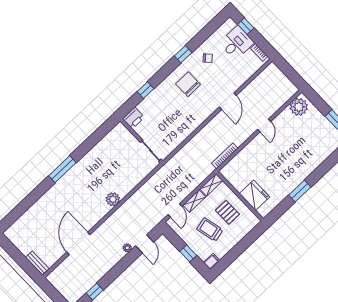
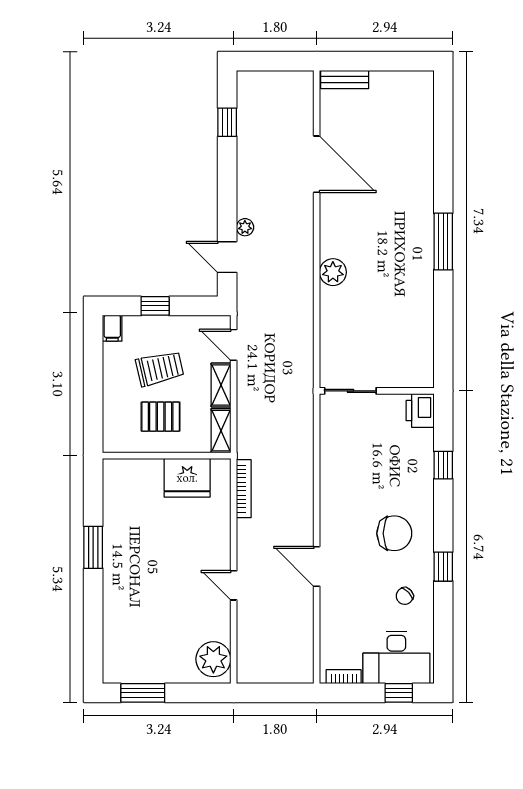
desk: (237, 43) -> (396, 657), width x1.37
fridge: (255, 195) -> (187, 478), moved

